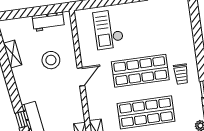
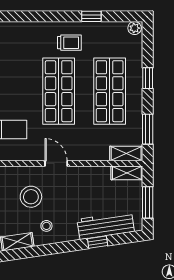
stool: (29, 76) -> (46, 226), added

